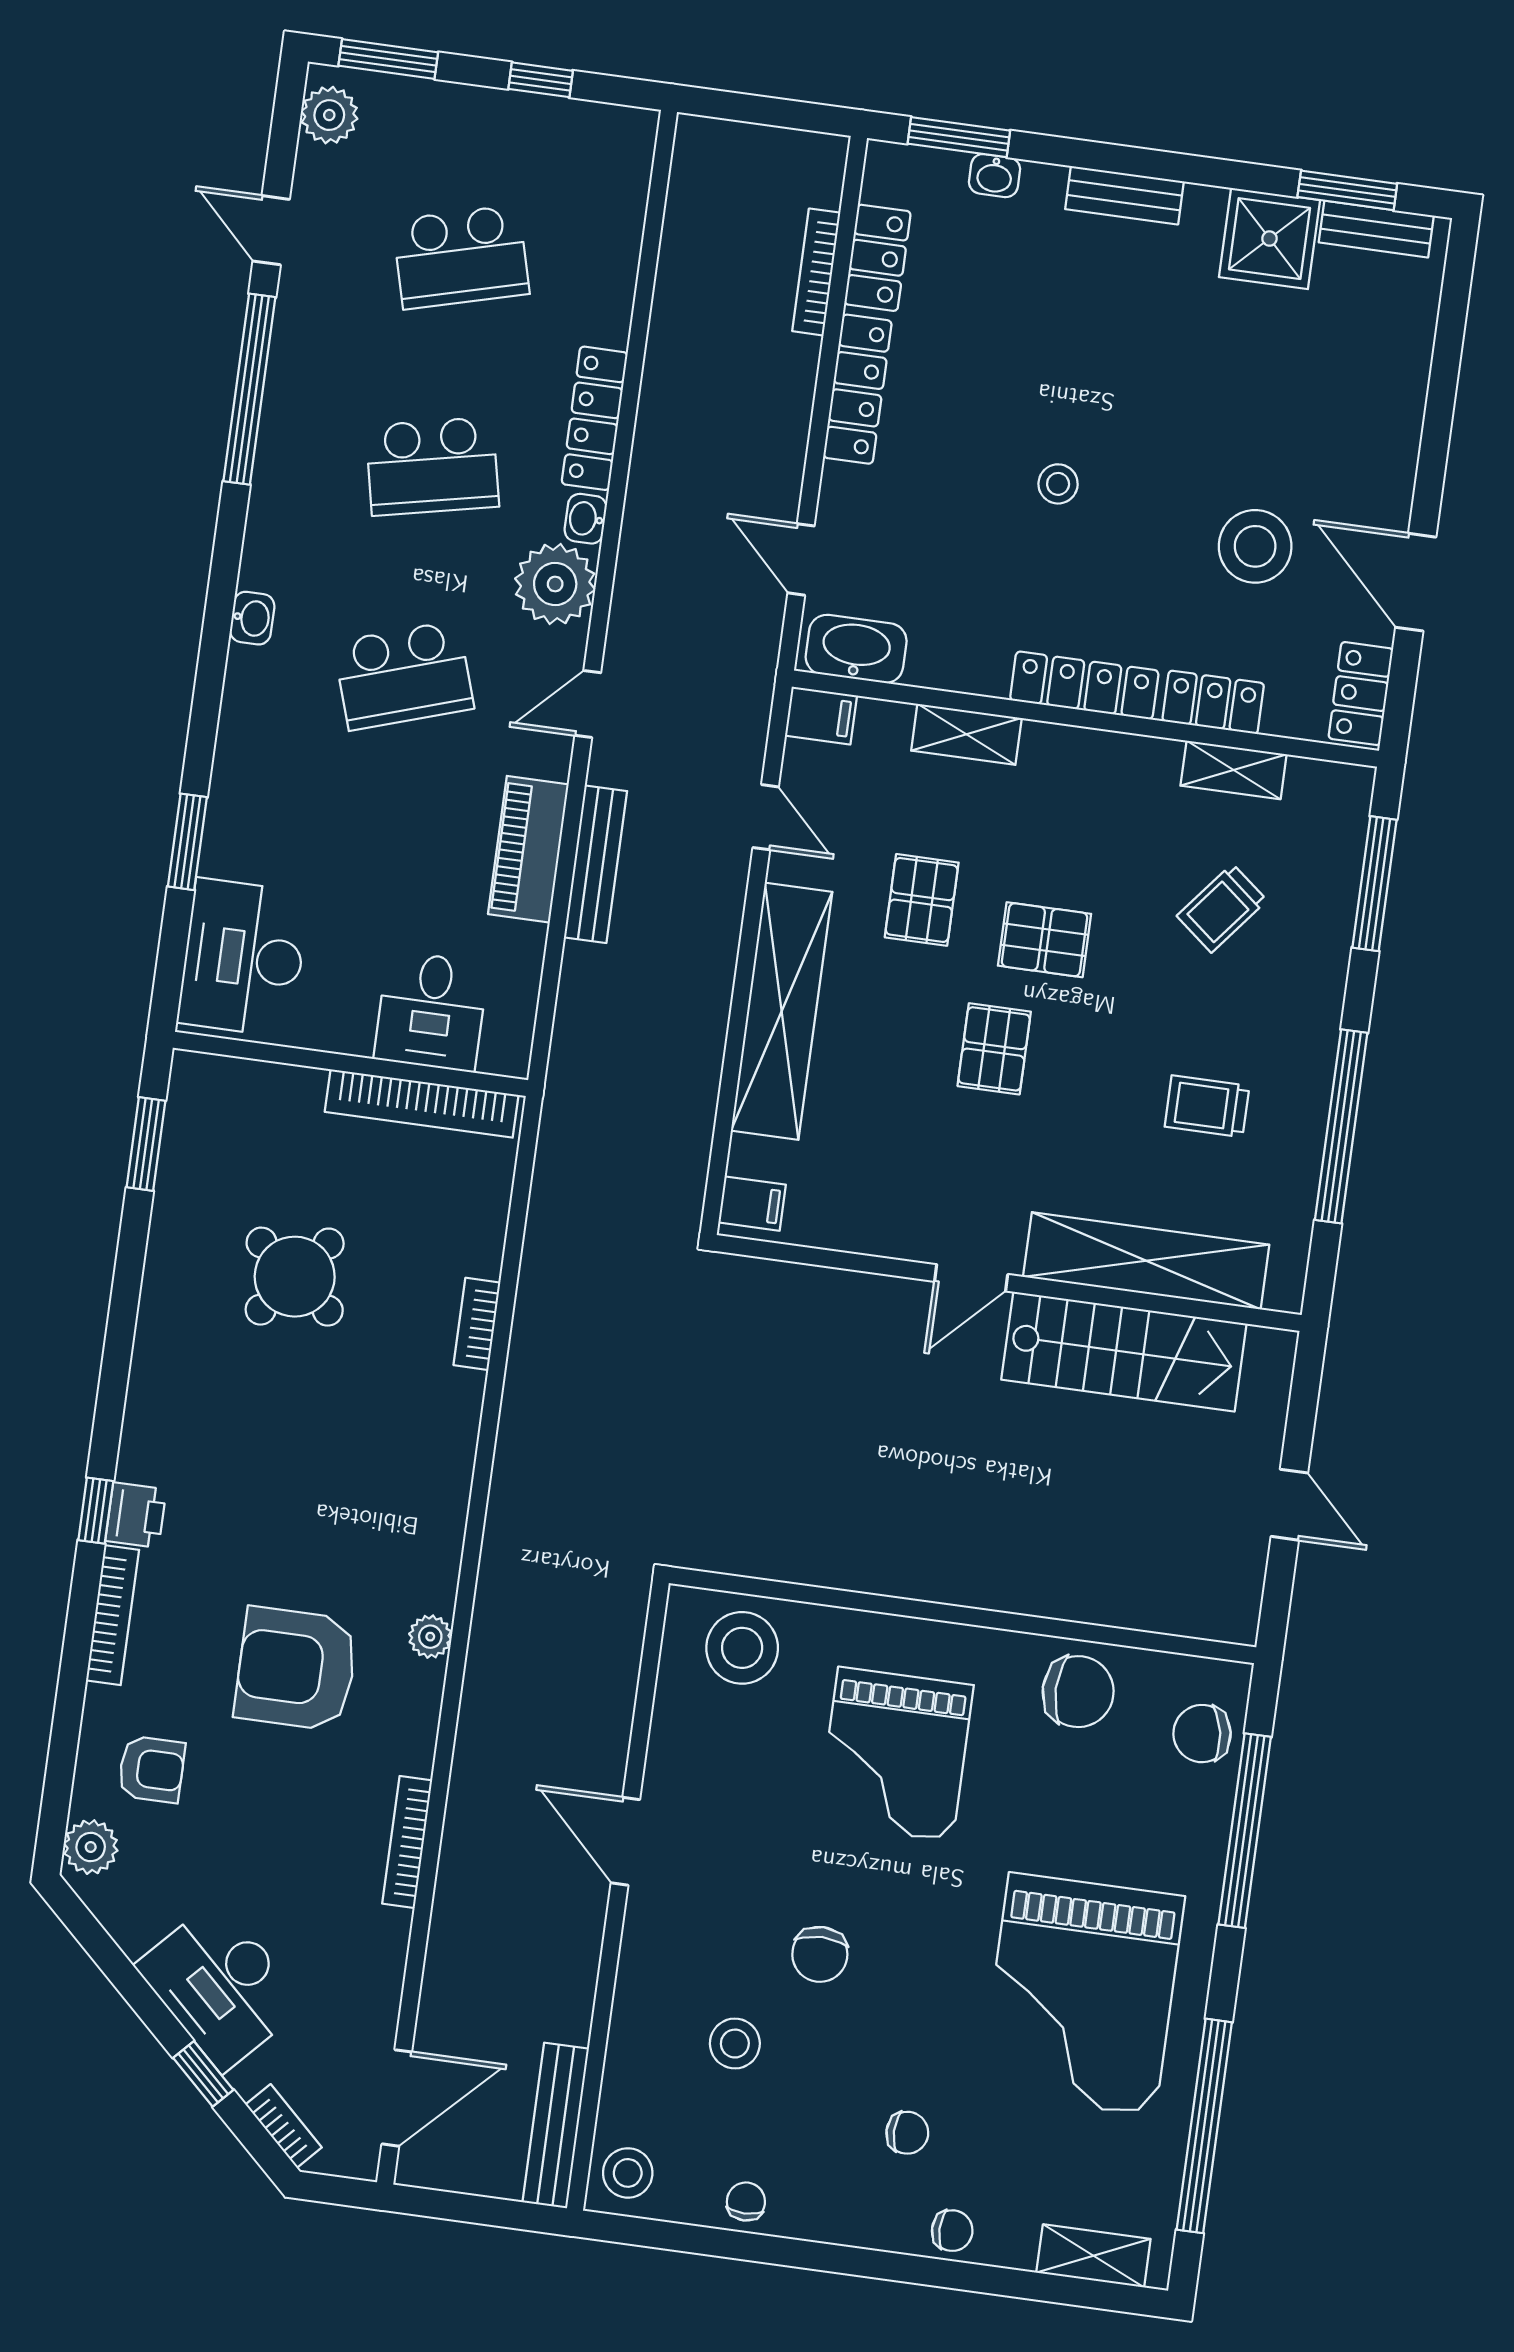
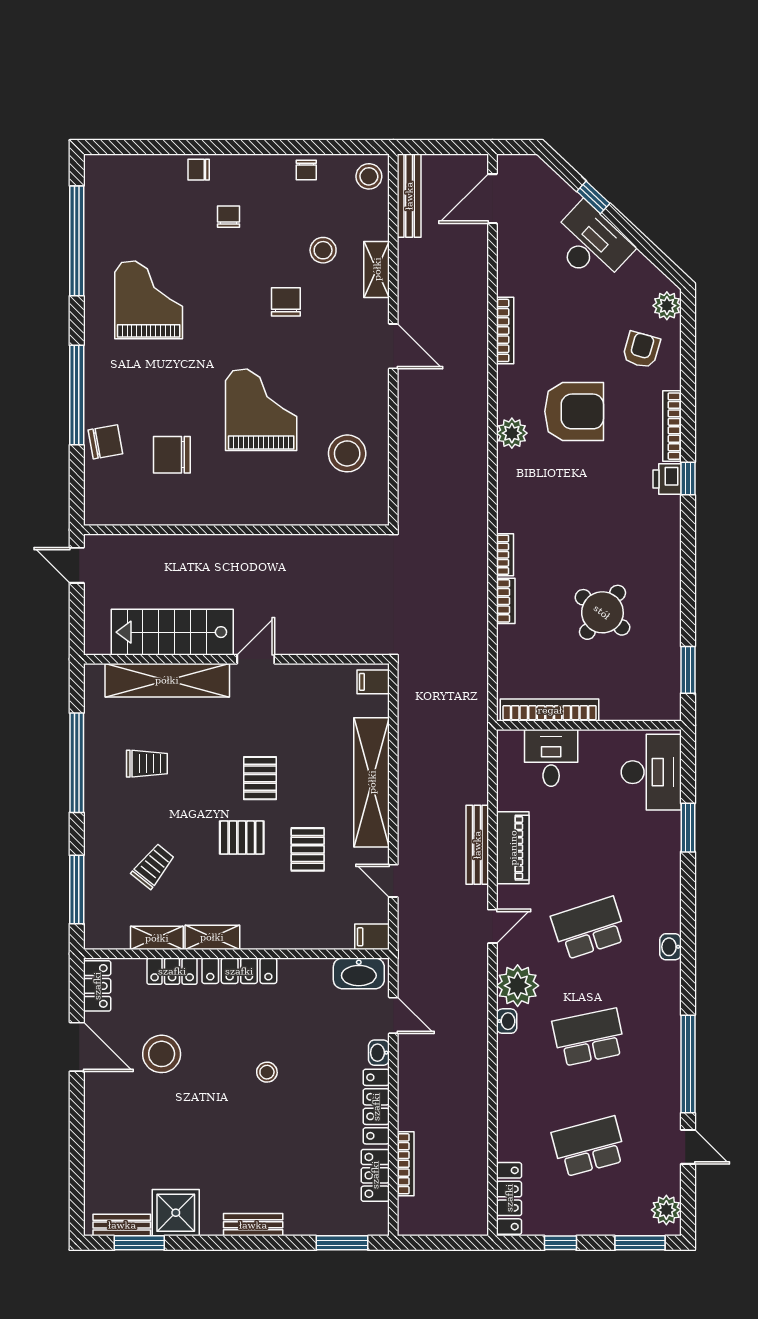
washbasin: (995, 176) -> (379, 1053), moved, turned -90
locker: (595, 418) -> (509, 1198), moved
shelving: (966, 734) -> (212, 937), moved
wall: (963, 1615) -> (236, 530), moved
plant: (430, 1637) -> (512, 433), width x1.38, depth x1.38
armchair: (152, 1769) -> (641, 350), turned 106
grand piano: (1082, 1994) -> (149, 300), width x0.73, depth x0.68
bookcase: (284, 2126) -> (505, 555), moved, turned -133
chair: (907, 2133) -> (228, 217), turned 90
shelving: (1093, 2256) -> (377, 269), moved, turned 90

